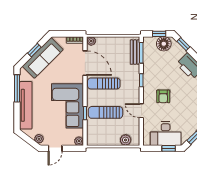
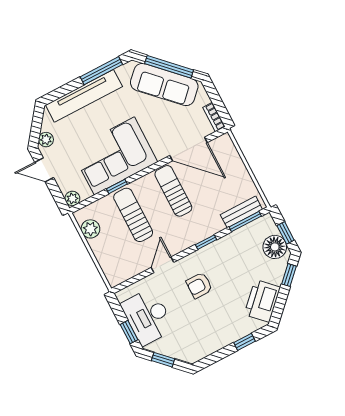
plant: (91, 41) -> (225, 141), removed
window: (34, 50) -> (169, 67), width x2.17
door: (85, 63) -> (188, 149), hinge flipped
plant: (126, 140) -> (90, 229), moved

